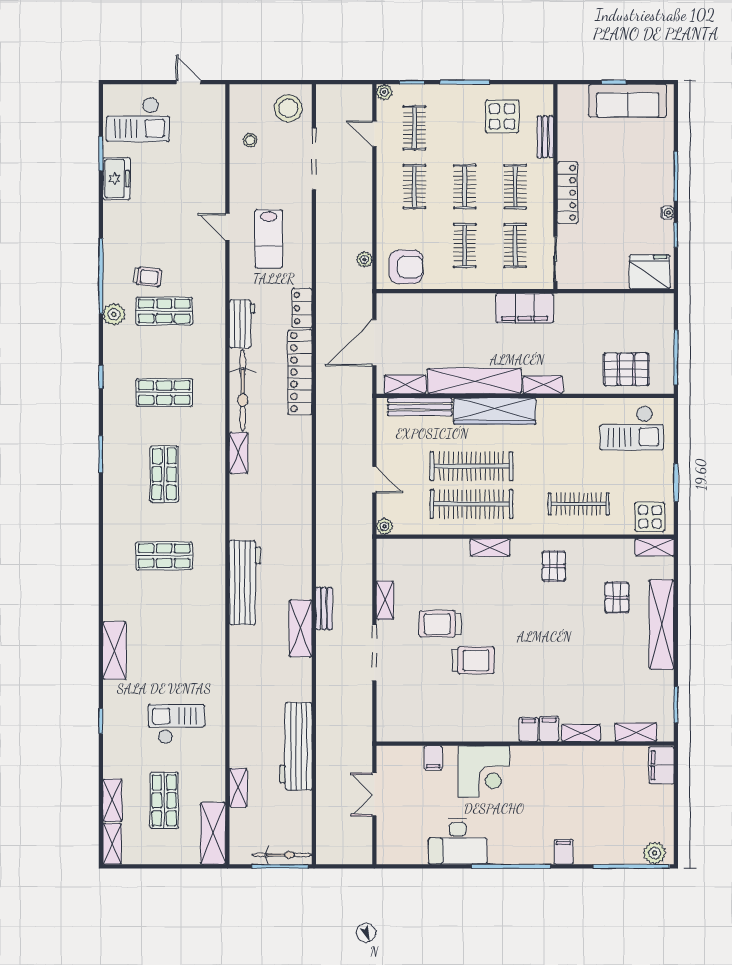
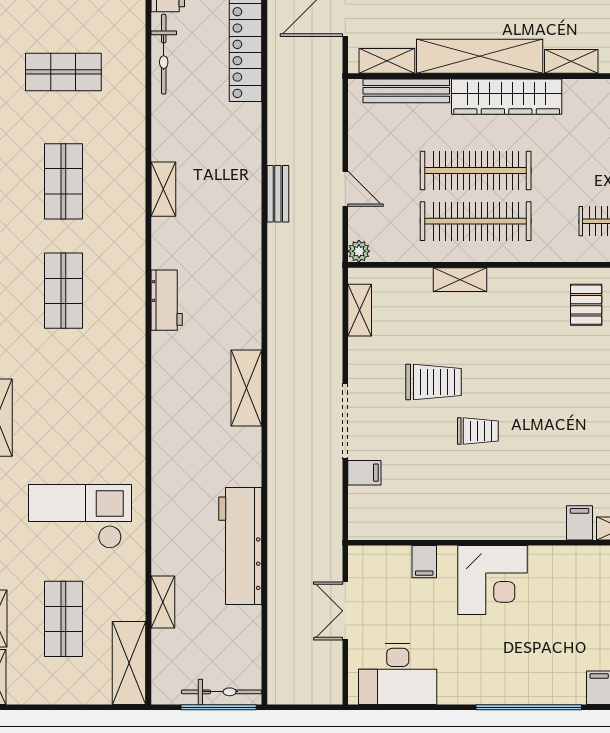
bicycle: (243, 390) -> (164, 54), width x0.73, depth x0.71
shelving: (239, 453) -> (163, 189), moved
shelving: (490, 547) -> (460, 280), moved
shop shelf: (164, 556) -> (63, 291), turned 90
workbench: (245, 583) -> (167, 300), width x0.53, depth x0.76
shelving: (385, 600) -> (360, 310), moved
bench: (324, 608) -> (278, 194), moved
trolley: (440, 624) -> (434, 382), turned 180
trolley: (473, 660) -> (478, 431), width x0.73, depth x0.72
checkout: (177, 724) -> (80, 516), width x1.36, depth x1.21
filing cabinet: (529, 729) -> (364, 473), moved, turned 90
desk: (458, 841) -> (398, 674), moved

